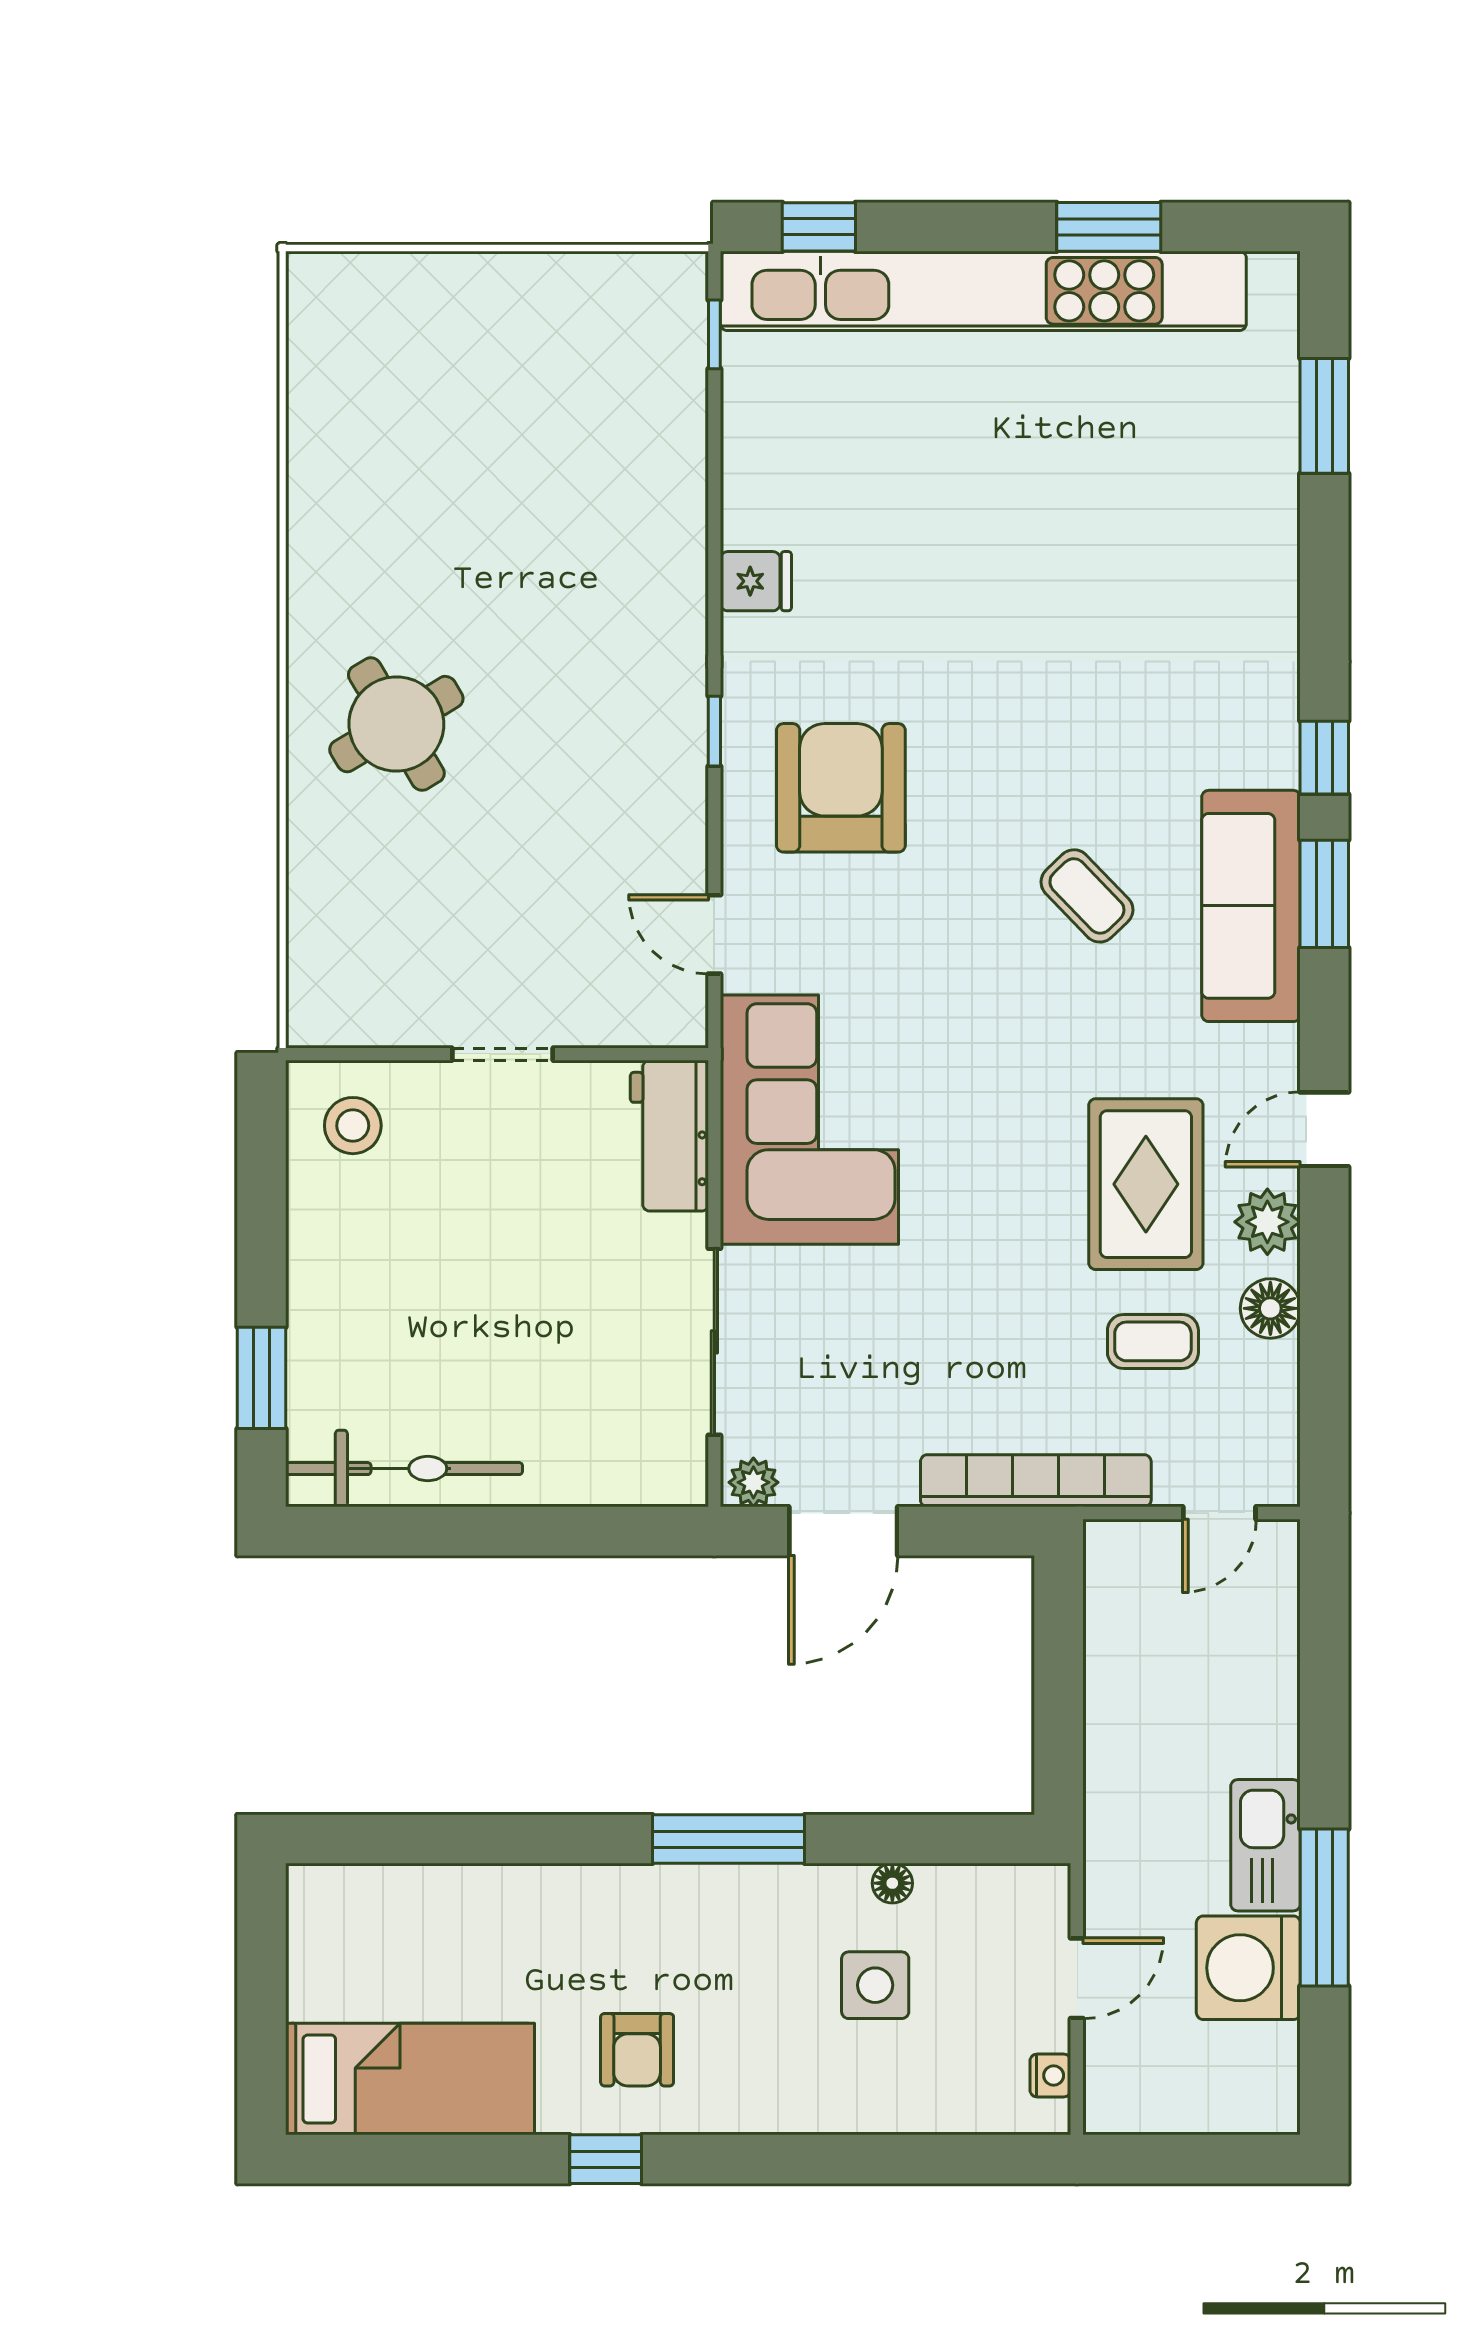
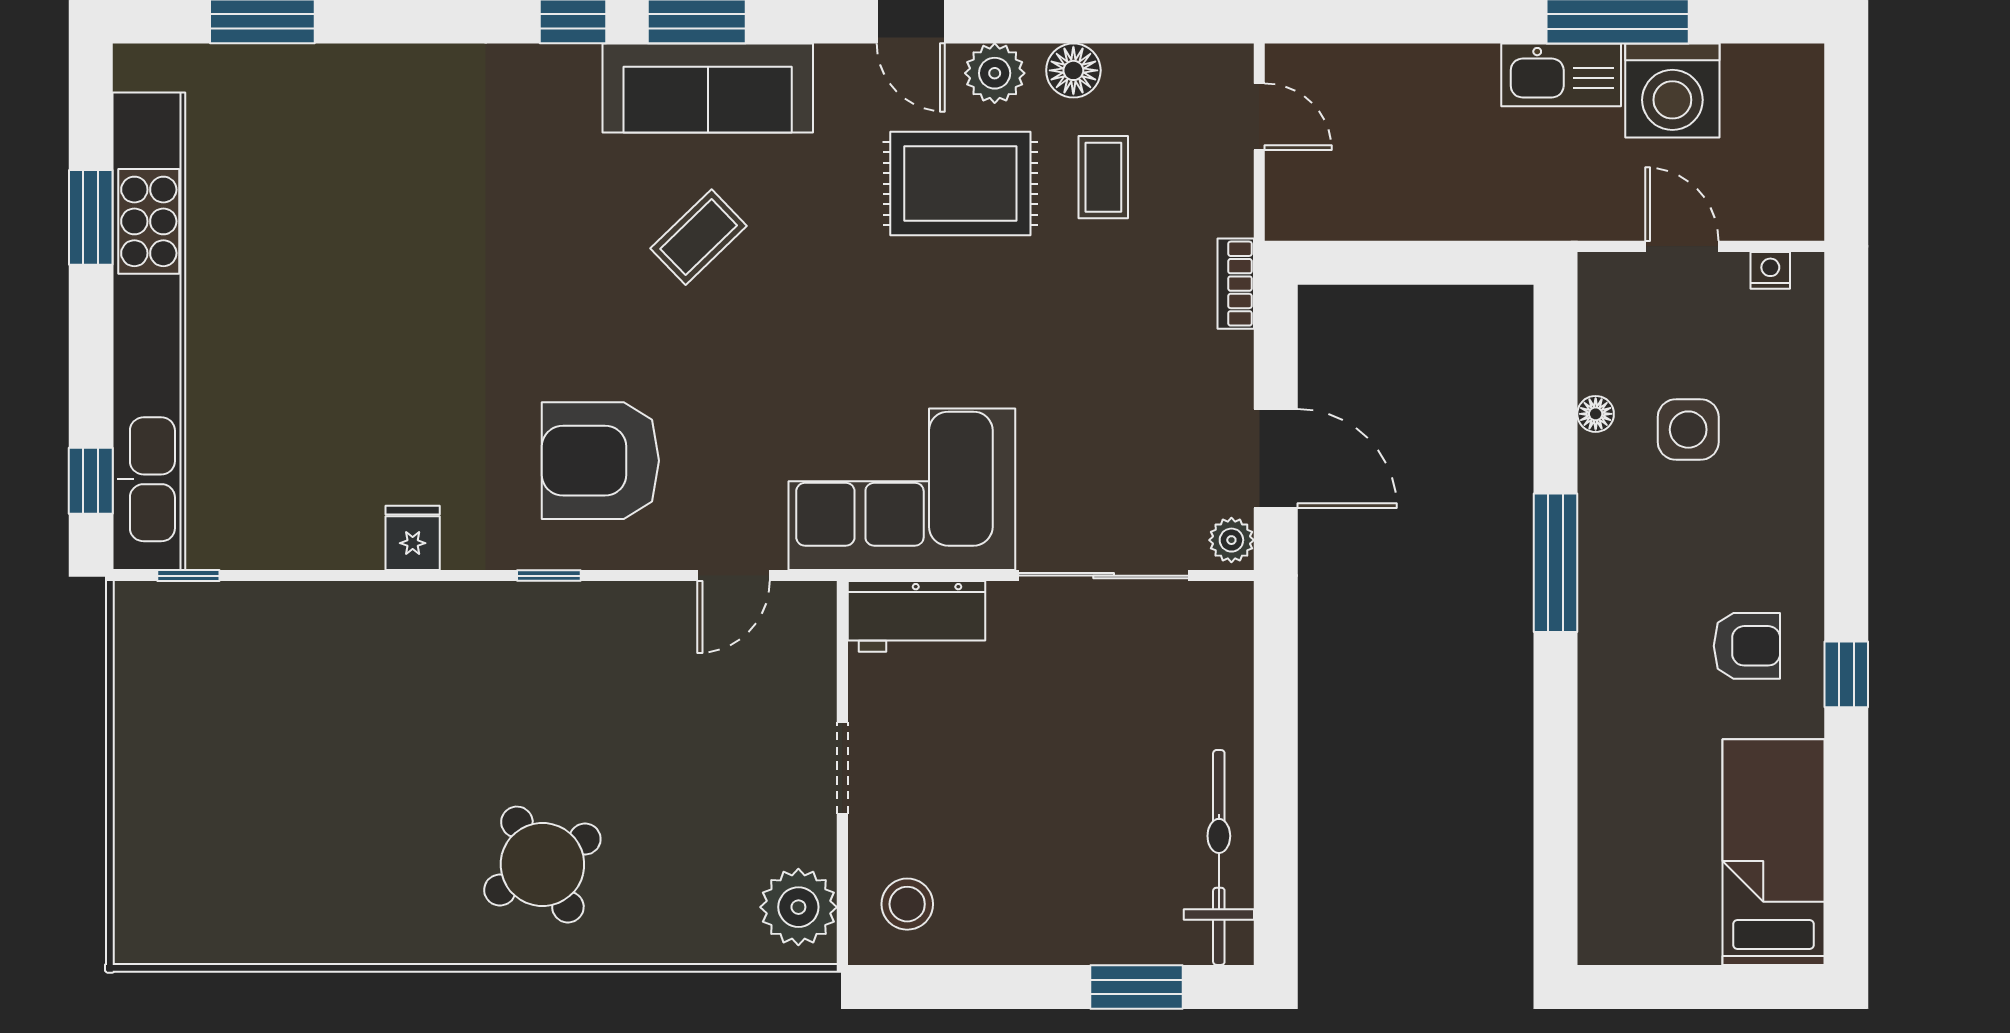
plant: (350, 1006) -> (798, 907), added
bookcase: (1036, 1481) -> (1236, 284), width x0.43, depth x0.76

